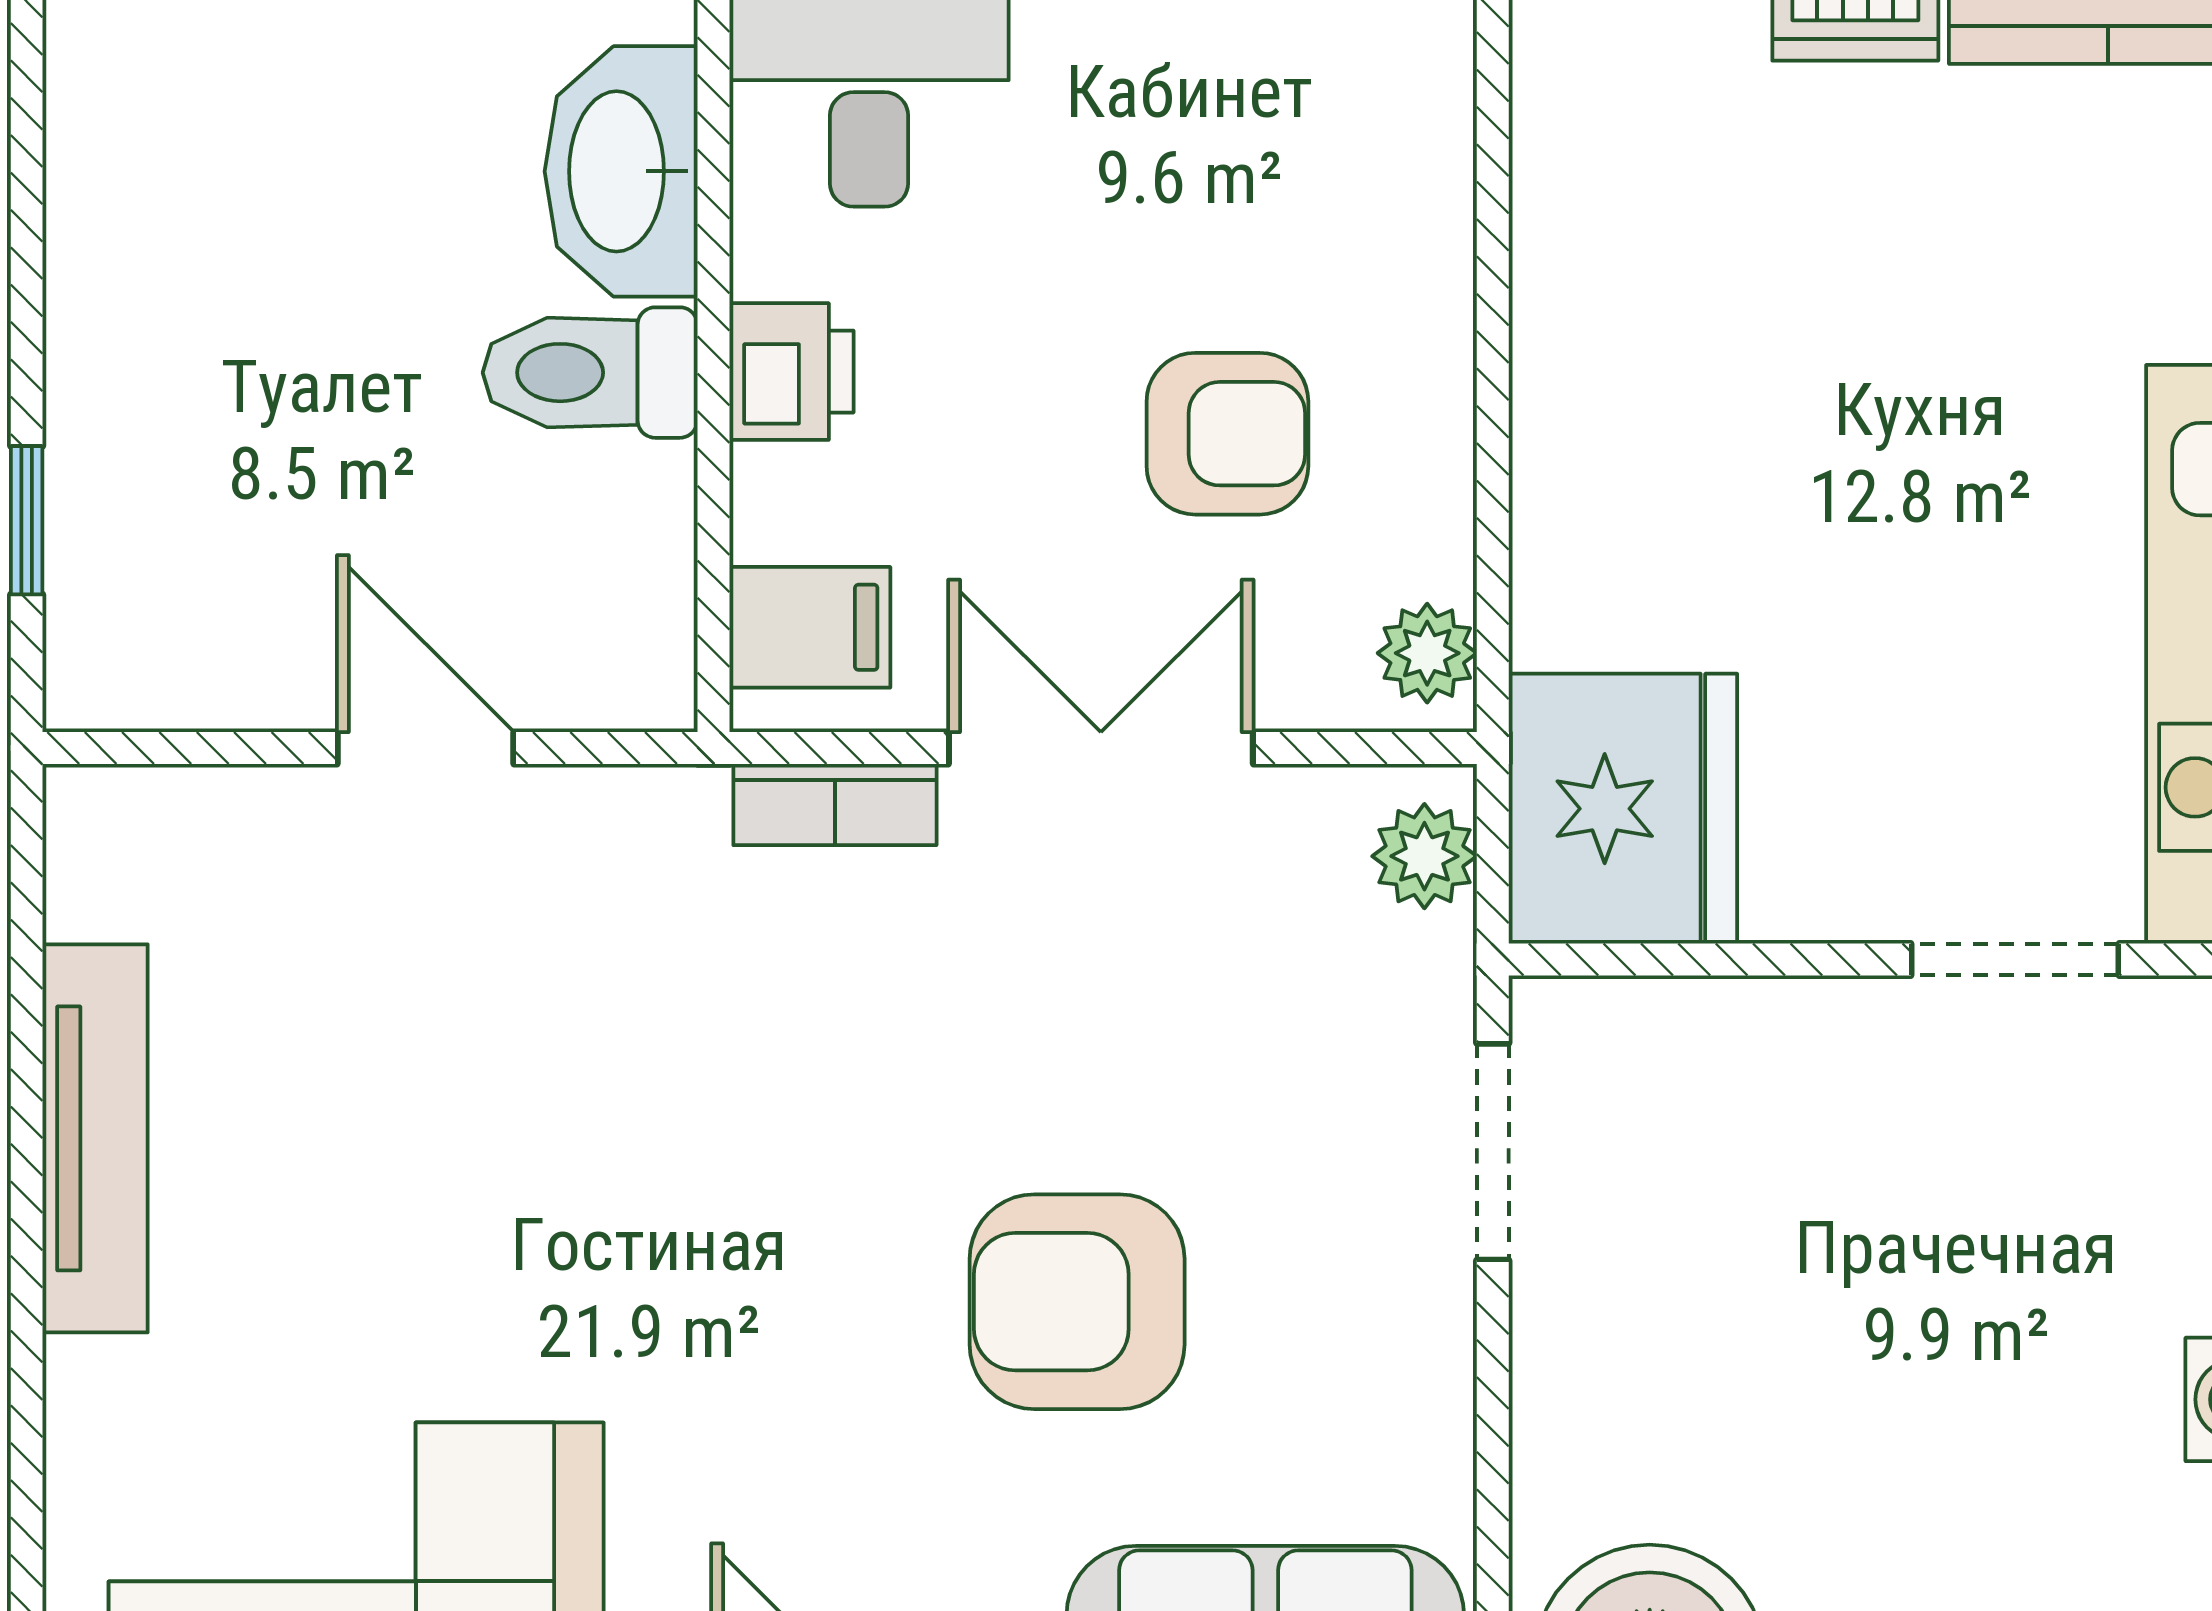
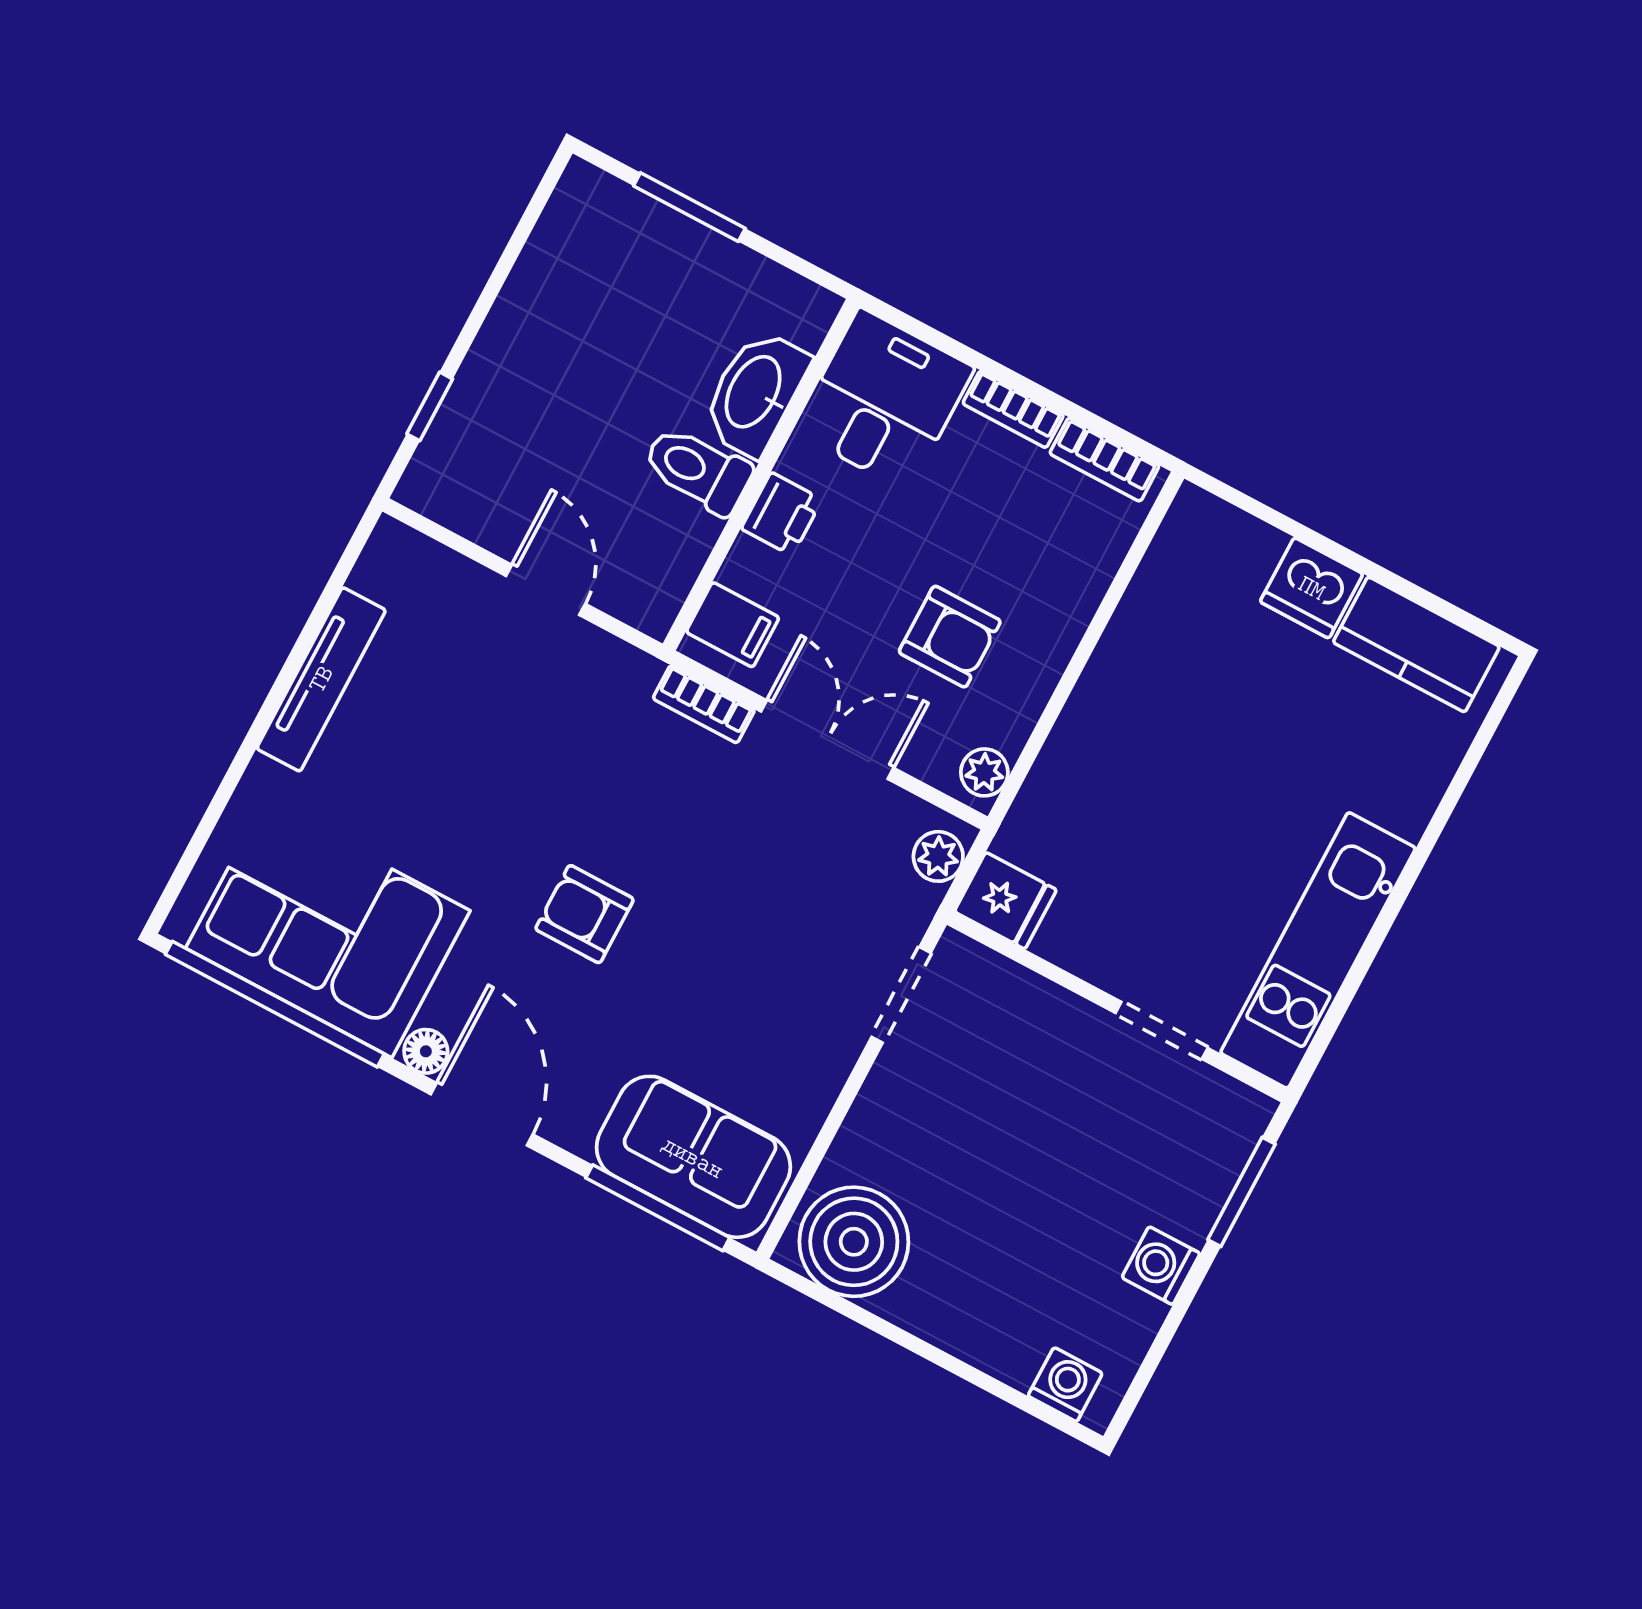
fridge: (1623, 809) -> (1005, 901), width x0.53, depth x0.75
armchair: (1077, 1302) -> (585, 914), moved, width x0.72, depth x0.72

